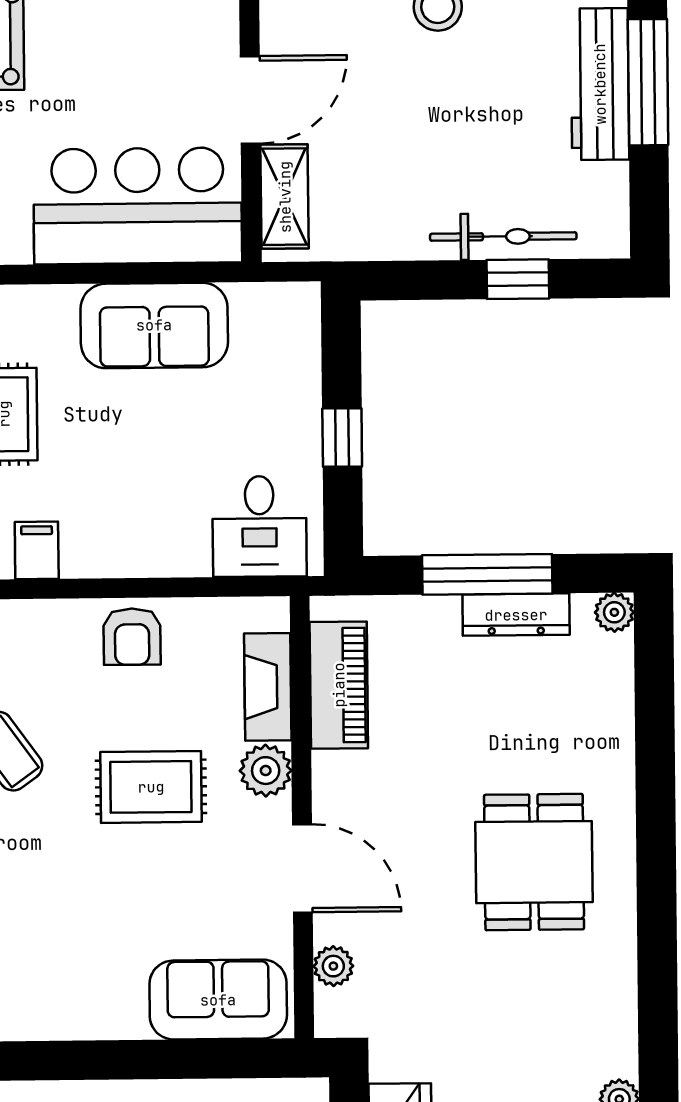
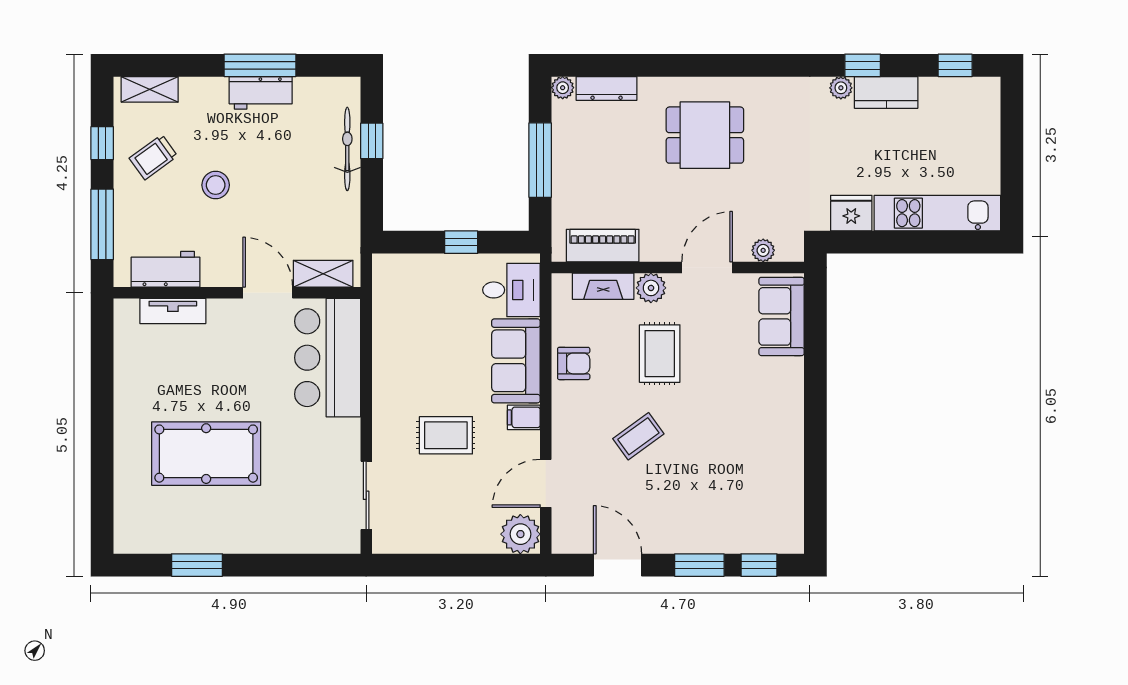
workbench: (600, 84) -> (261, 93), width x0.73
sofa: (154, 325) -> (516, 361), moved, turned 180
dresser: (516, 615) -> (607, 88), moved, turned 90

